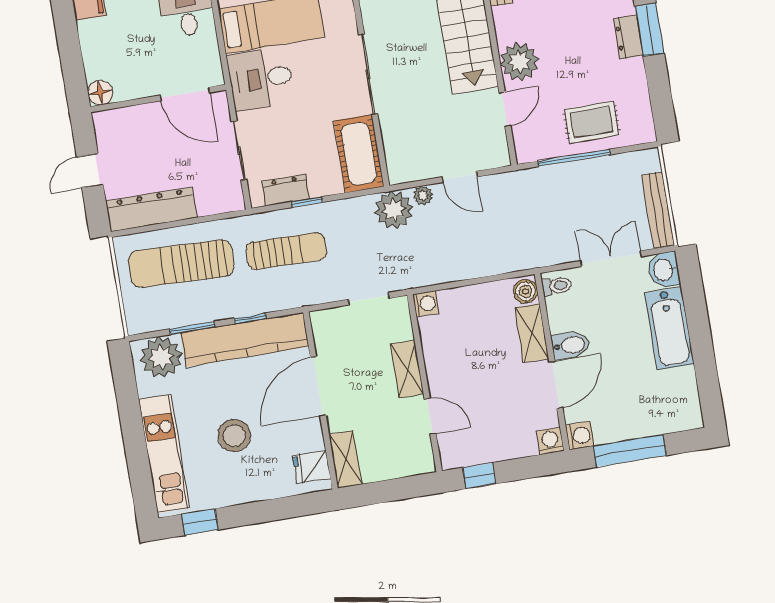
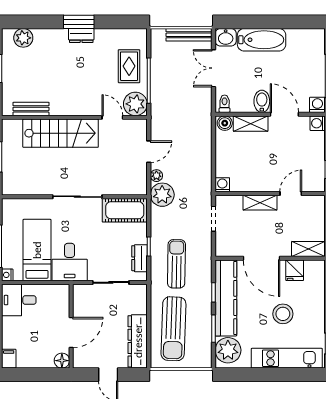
plant: (519, 62) -> (135, 104), moved
door: (185, 94) -> (71, 332), moved
fridge: (312, 467) -> (295, 270), moved

